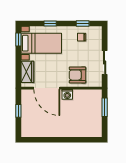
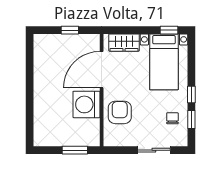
window: (50, 24) -> (191, 95), moved
sliding door: (105, 62) -> (154, 150), moved
washing machine: (67, 94) -> (86, 104), width x1.89, depth x1.89

